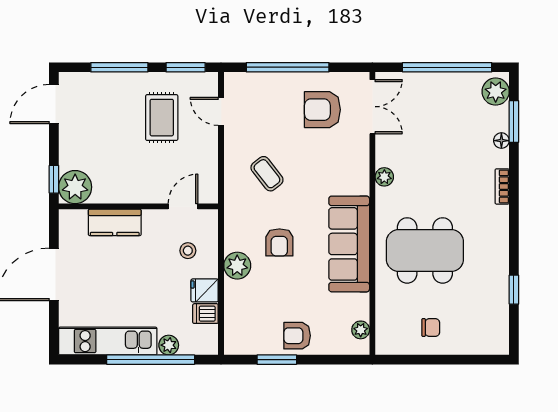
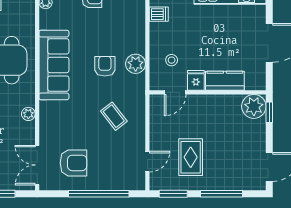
door: (221, 111) -> (147, 162), hinge flipped
plant: (237, 266) -> (136, 64), moved
fridge: (205, 290) -> (196, 80), moved, turned -90

